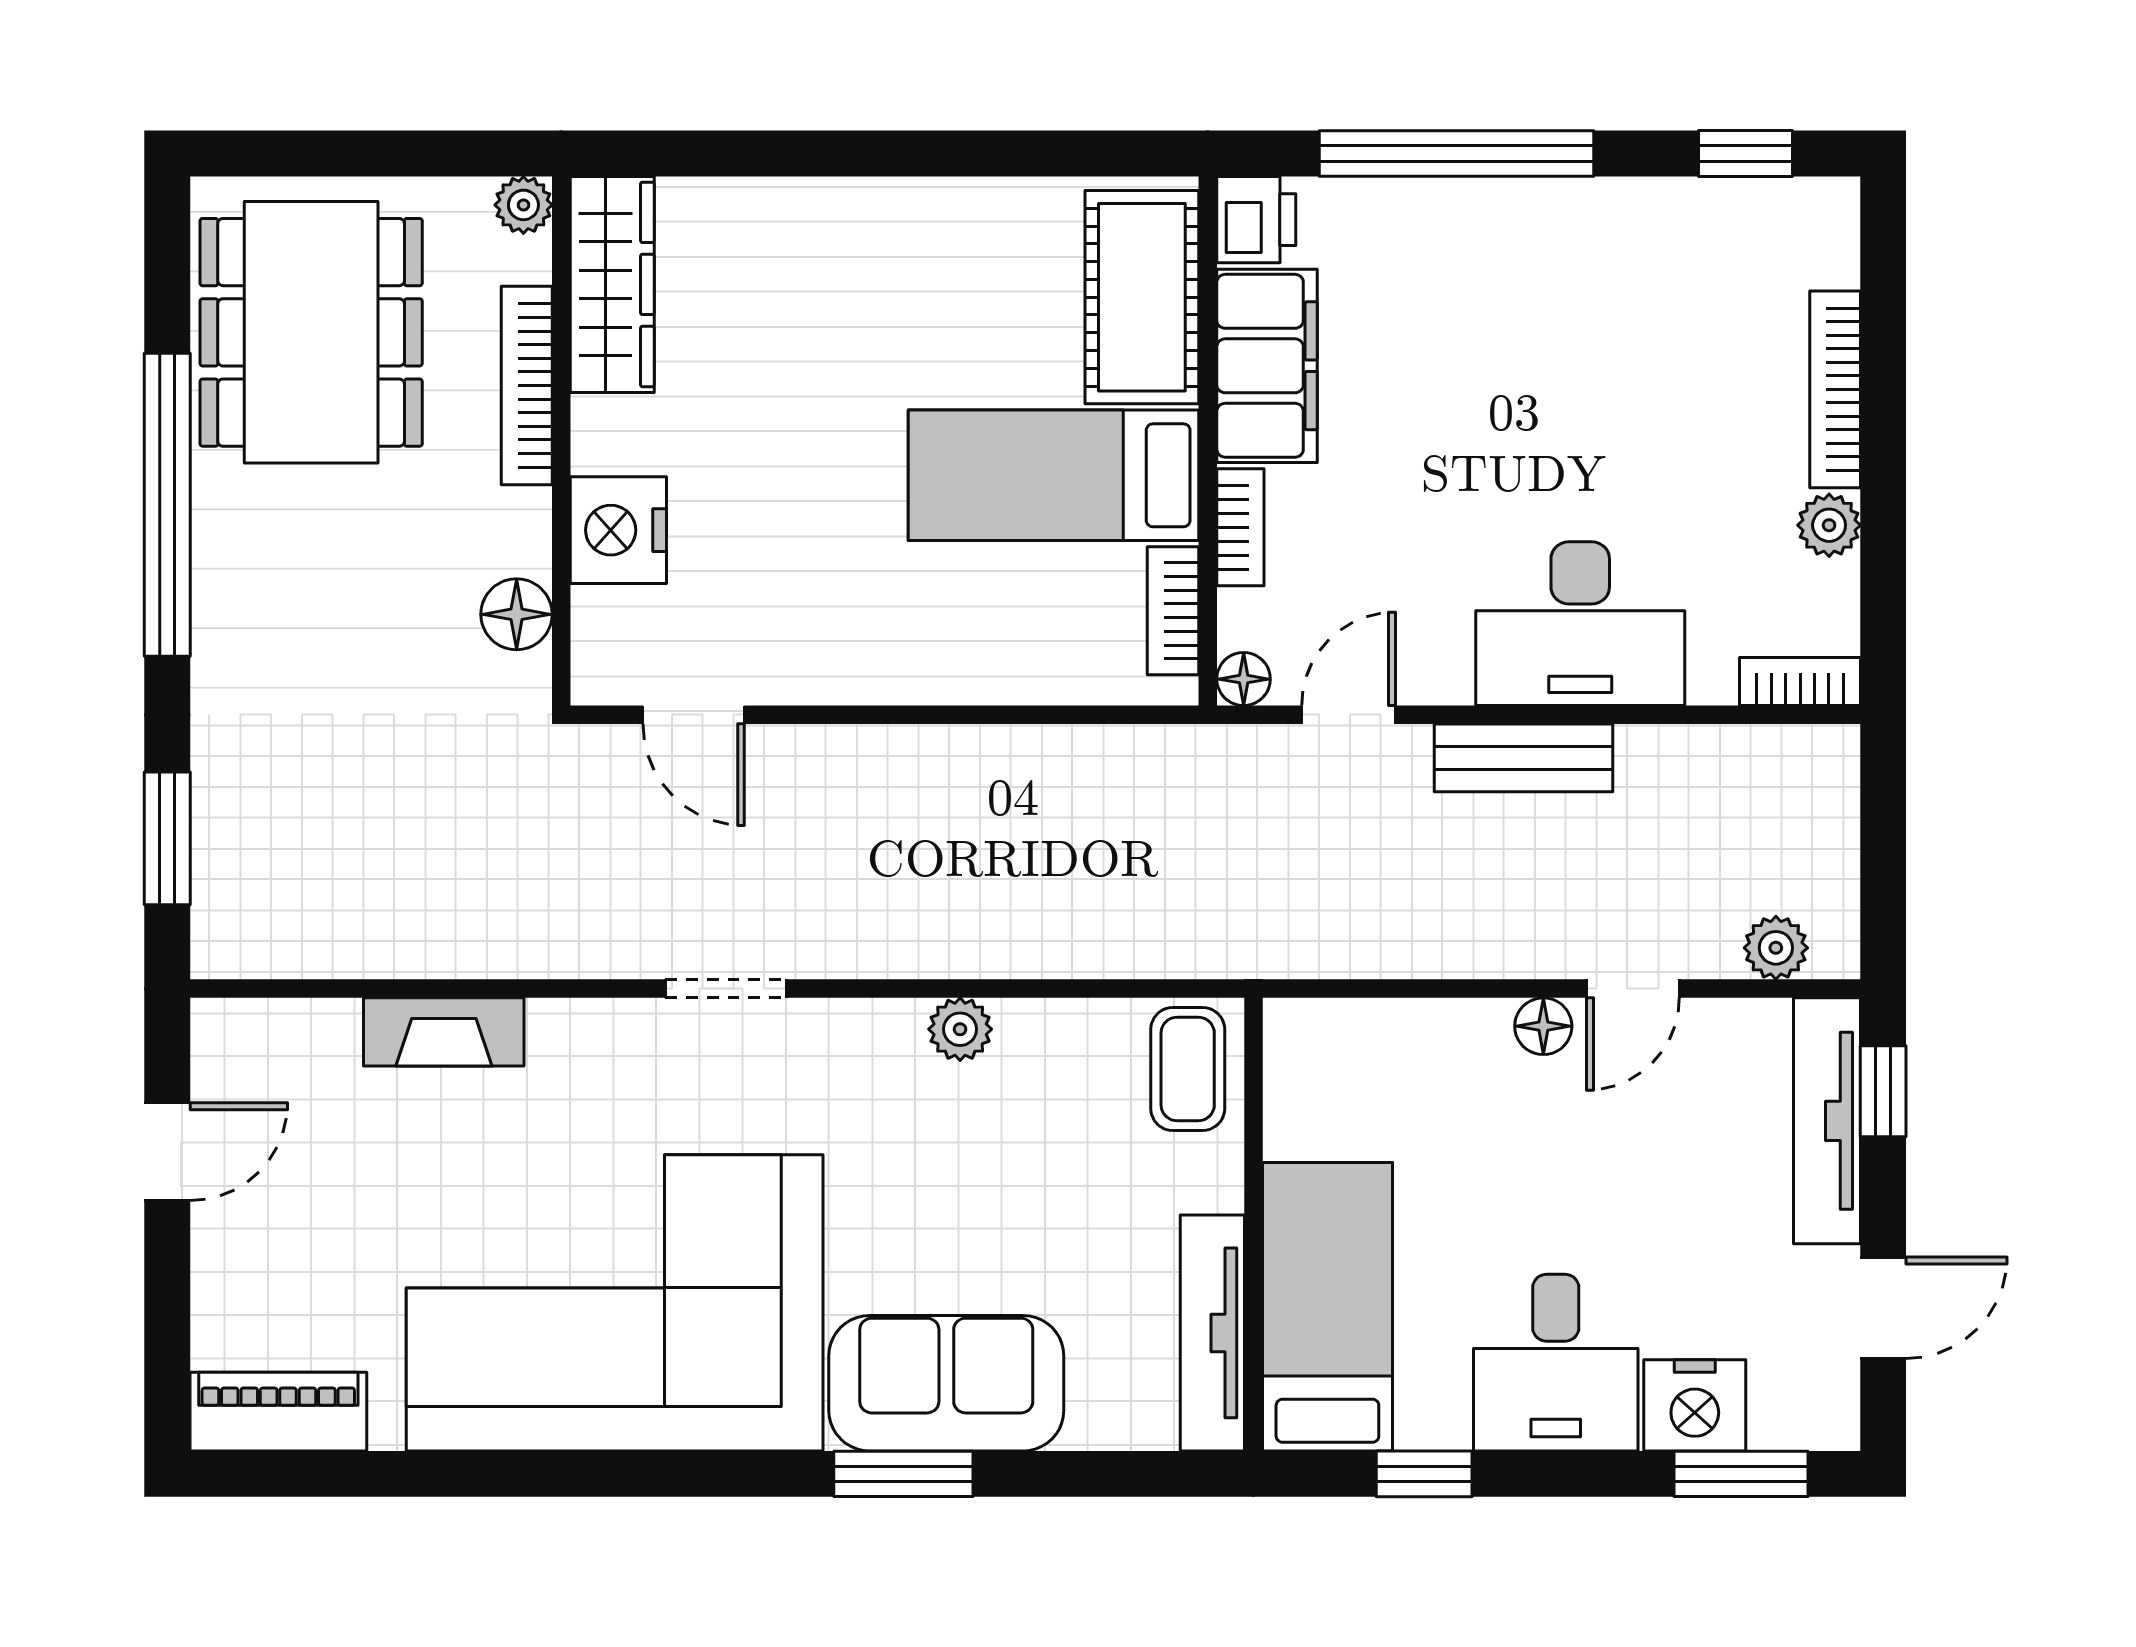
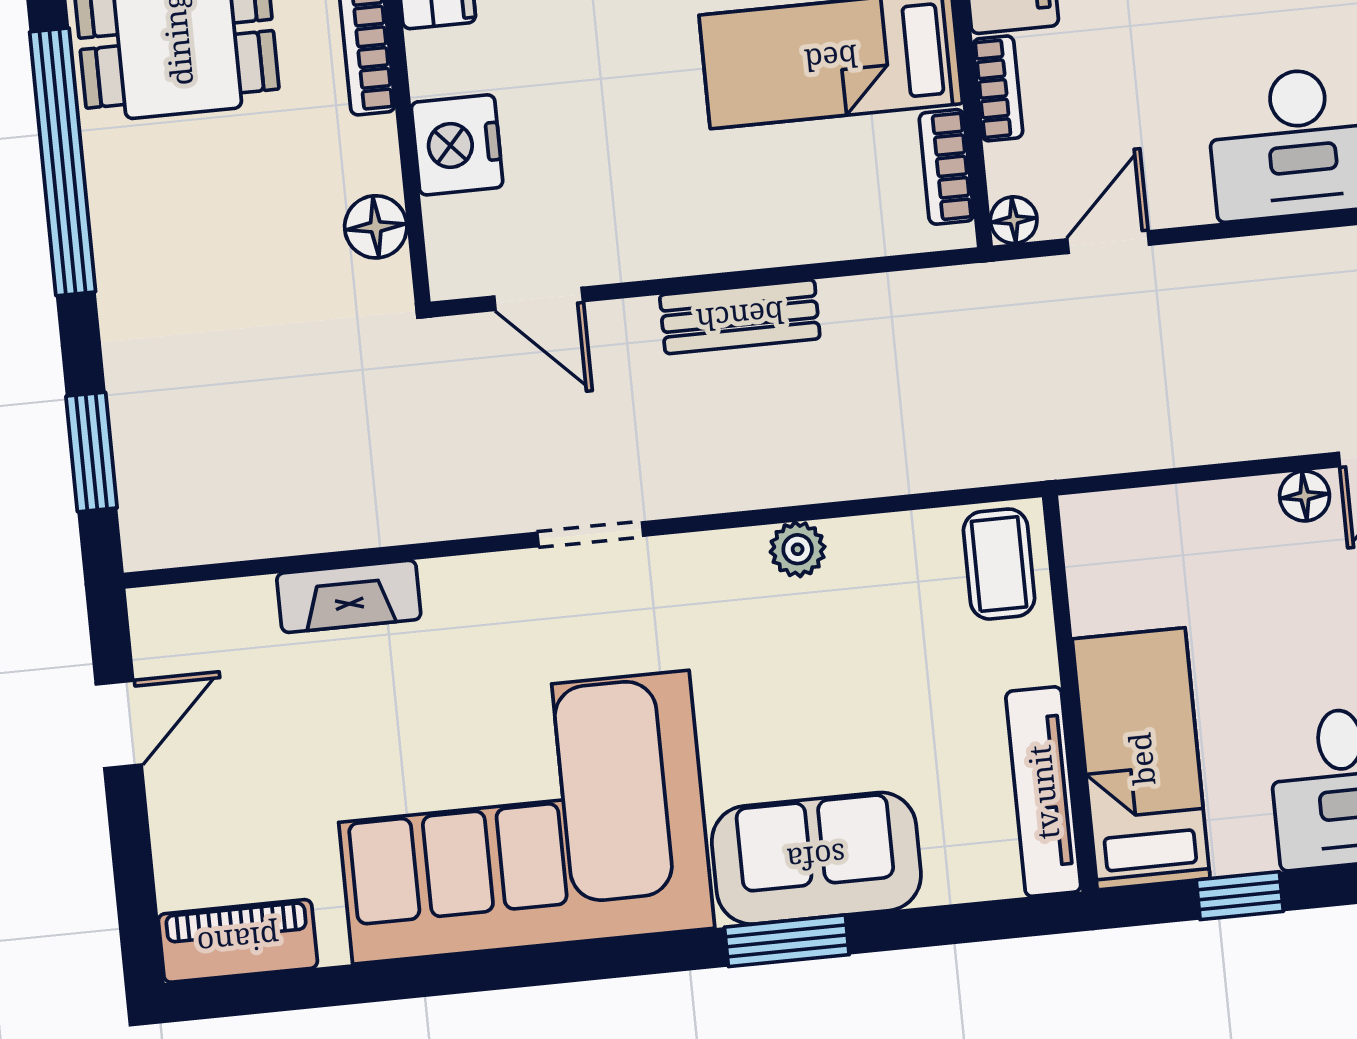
bench: (1524, 758) -> (740, 317), moved

